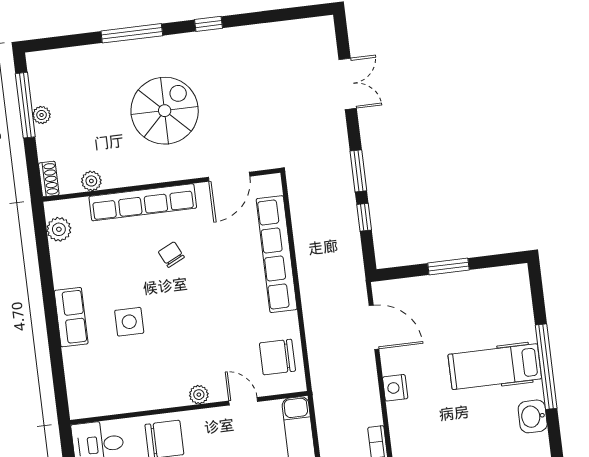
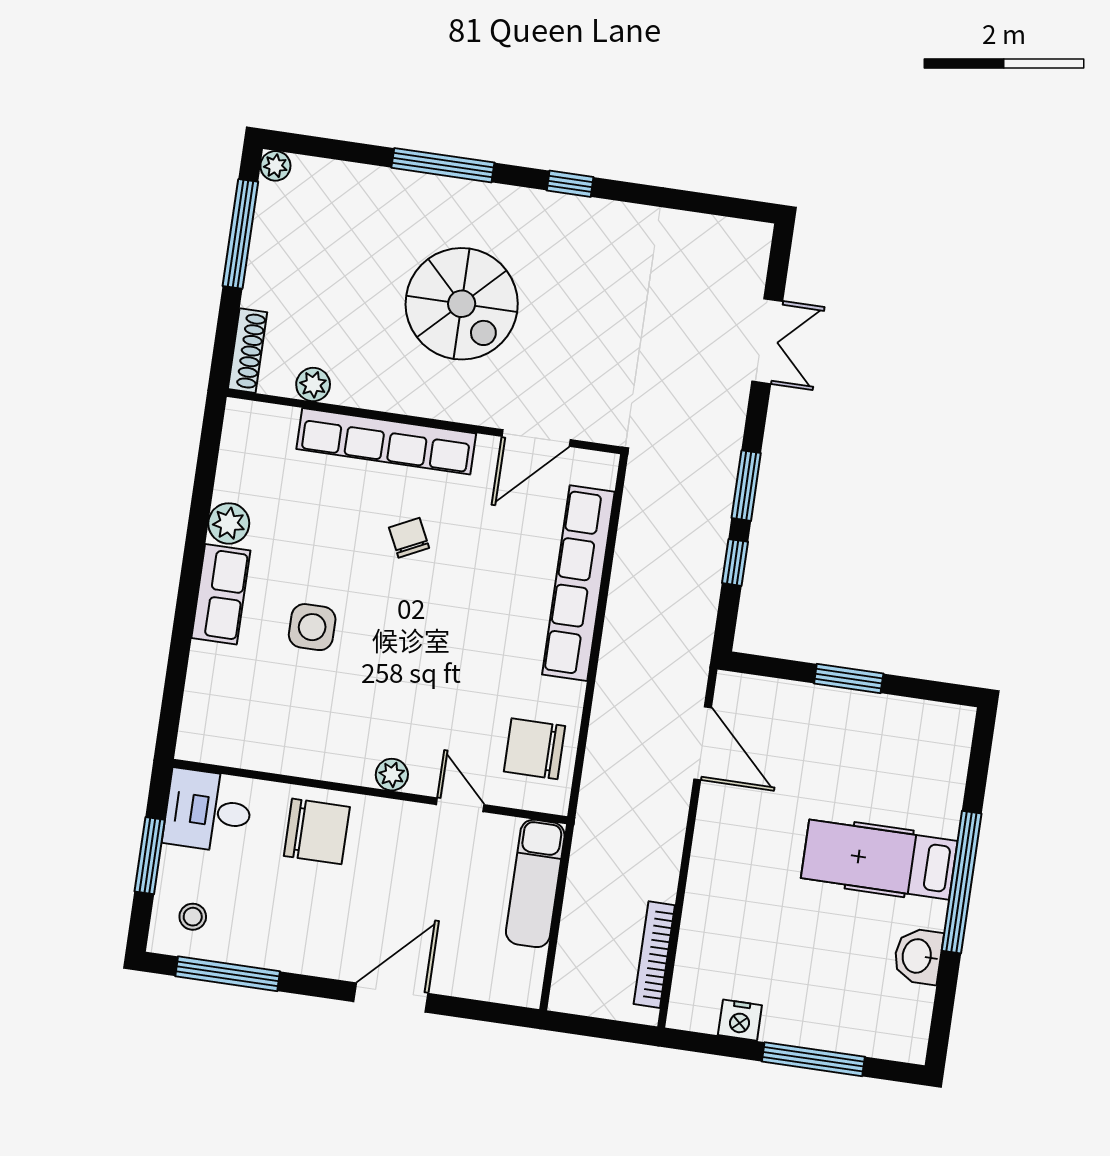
spiral stairs: (165, 111) -> (462, 304), turned 90
plant: (42, 115) -> (275, 166), moved
shoe rack: (49, 179) -> (247, 351), width x1.43
plant: (59, 229) -> (229, 523), moved
nightstand: (395, 388) -> (710, 850), removed

